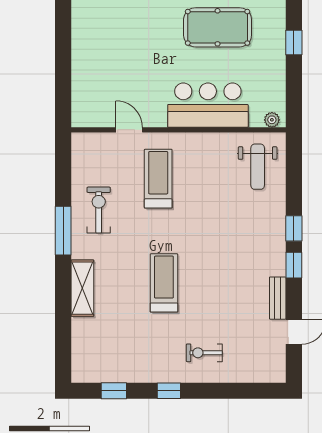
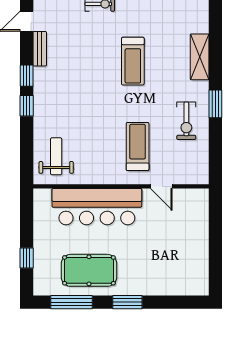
bar counter: (208, 105) -> (97, 207), width x1.36
plant: (272, 120) -> (44, 195), removed
treadmill: (158, 179) -> (138, 146), turned 180
window: (63, 231) -> (215, 104), width x0.69

